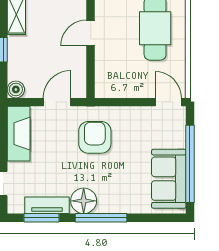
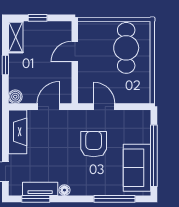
door: (168, 102) -> (104, 107), moved
armchair: (95, 137) -> (94, 144), moved
floor lamp: (84, 201) -> (64, 190), width x0.53, depth x0.53
window: (101, 218) -> (115, 199), moved

